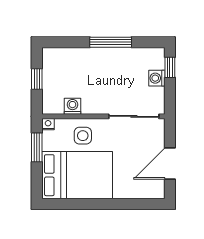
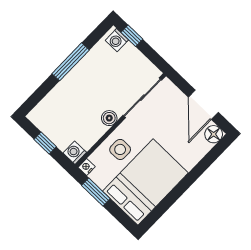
washing machine: (157, 78) -> (117, 40), moved
washing machine: (72, 106) -> (75, 153), moved
boiler: (97, 107) -> (109, 118), added
floor lamp: (156, 191) -> (214, 134), added

